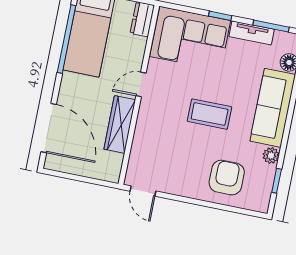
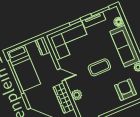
door: (141, 84) -> (61, 75), swing flipped
plant: (144, 133) -> (77, 95), added

